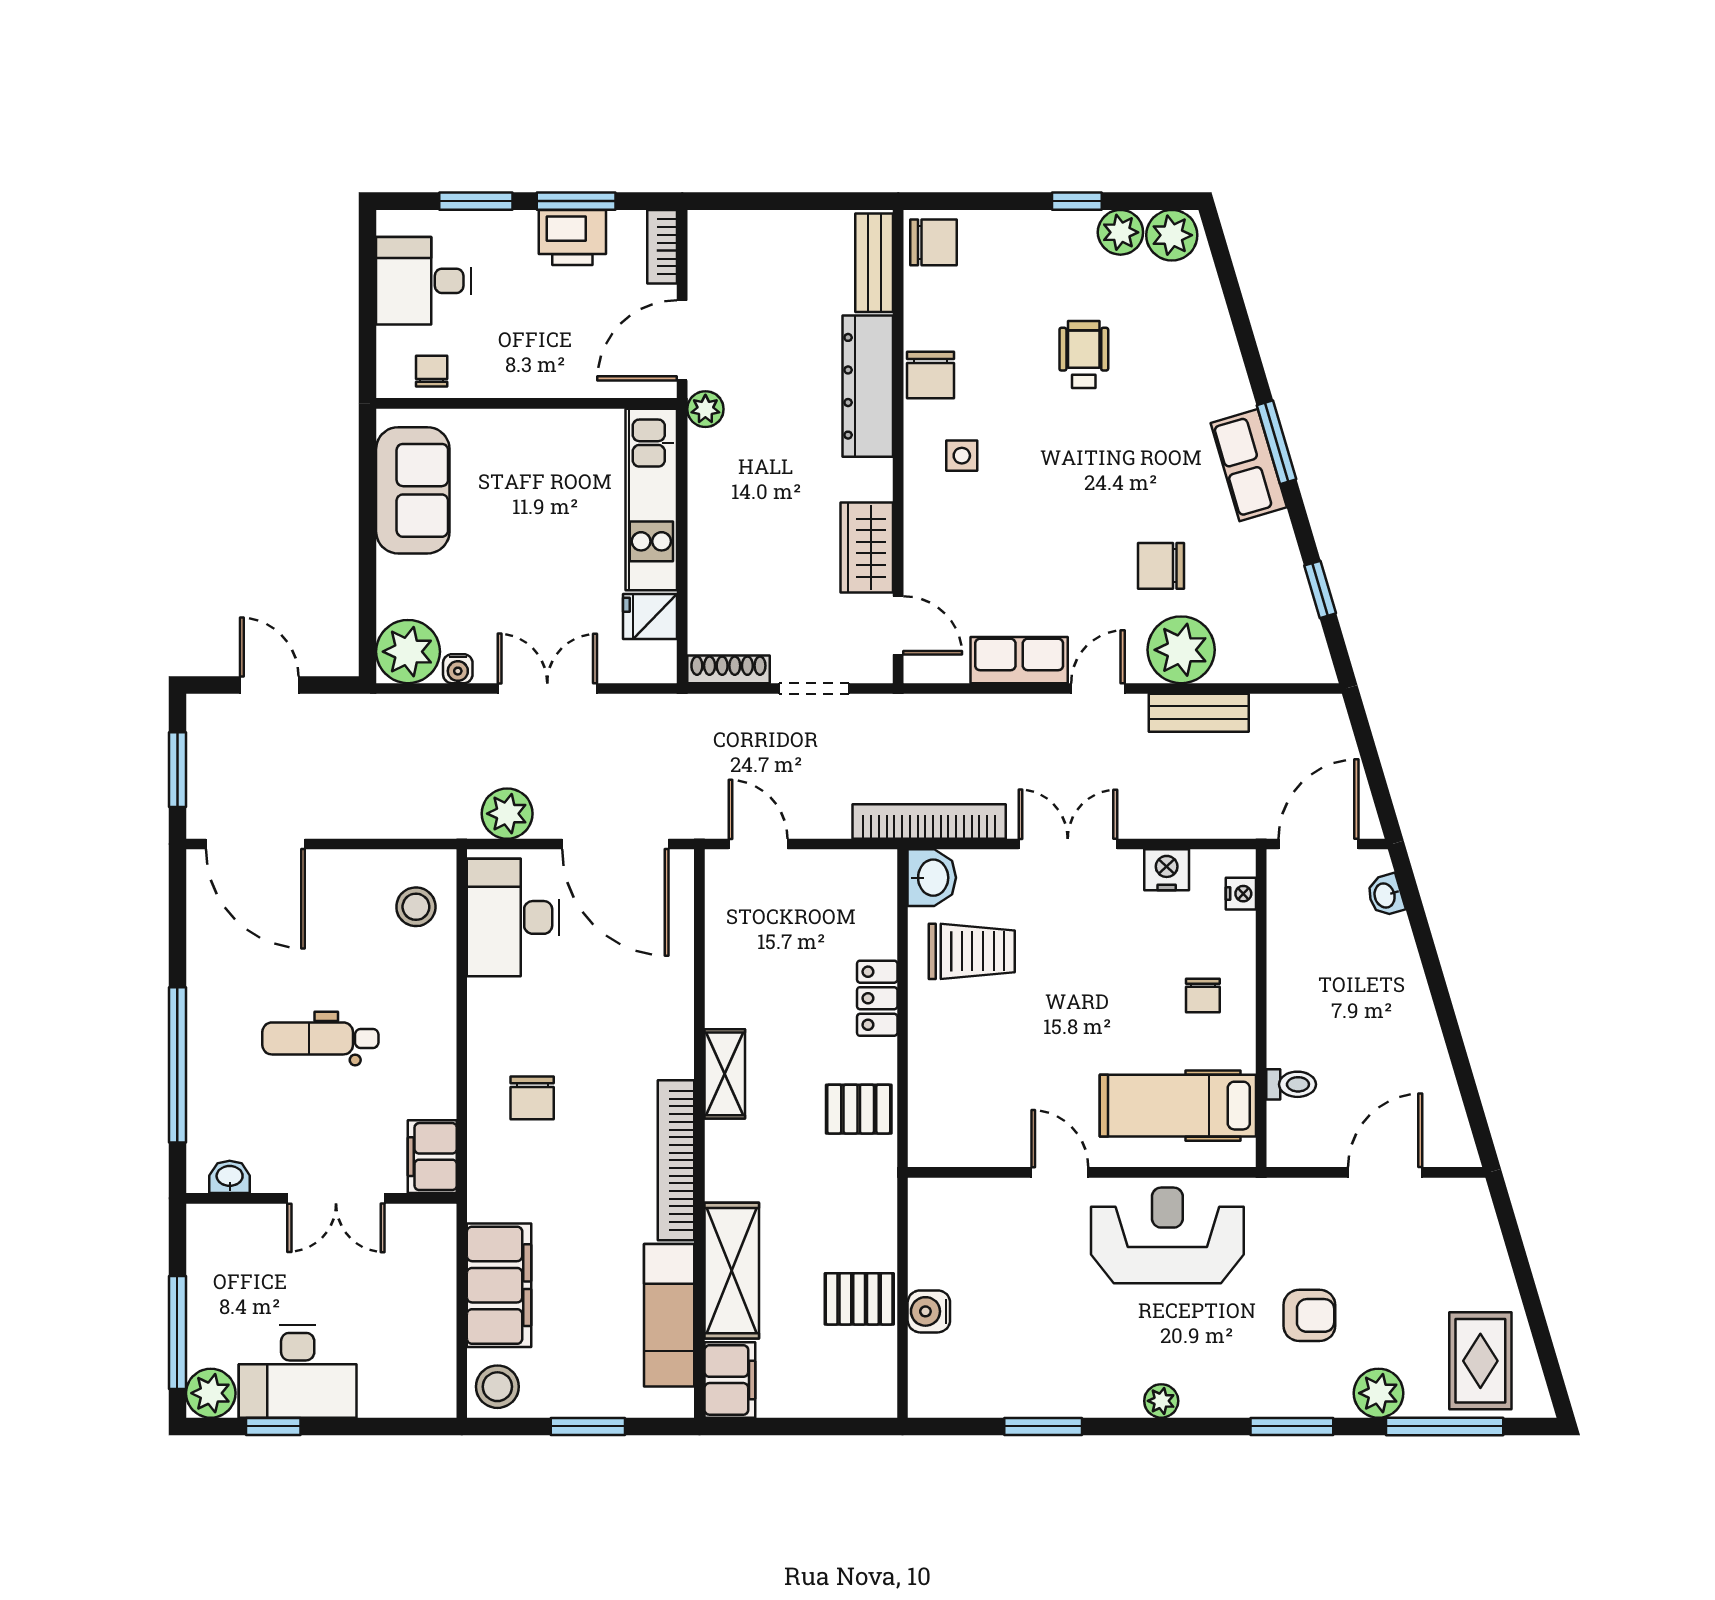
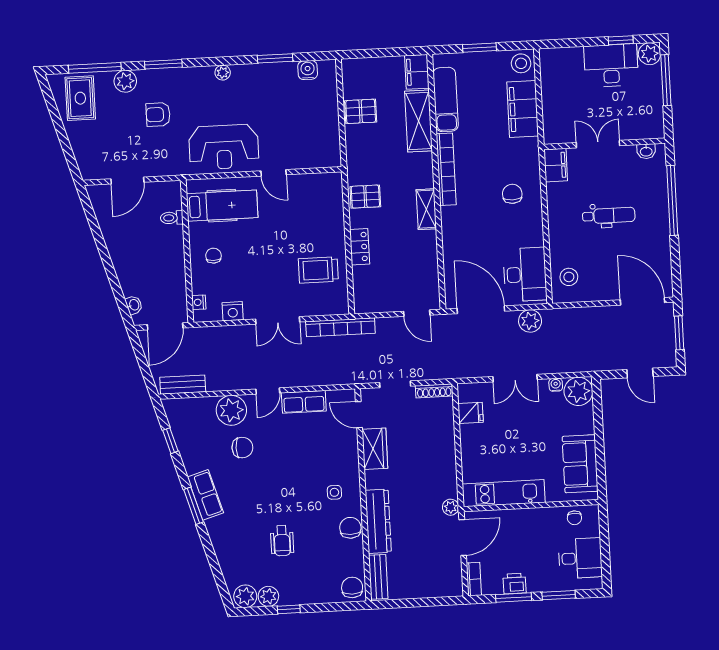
printer: (572, 237) -> (515, 584), width x0.73, depth x0.81
chair: (934, 242) -> (352, 587), turned 90
kitchen unit: (651, 499) -> (504, 493), moved, turned -90
bench: (1199, 713) -> (183, 385), moved
washbasin: (932, 878) -> (338, 302), removed
water cooler: (929, 1311) -> (308, 70), moved, turned -90

